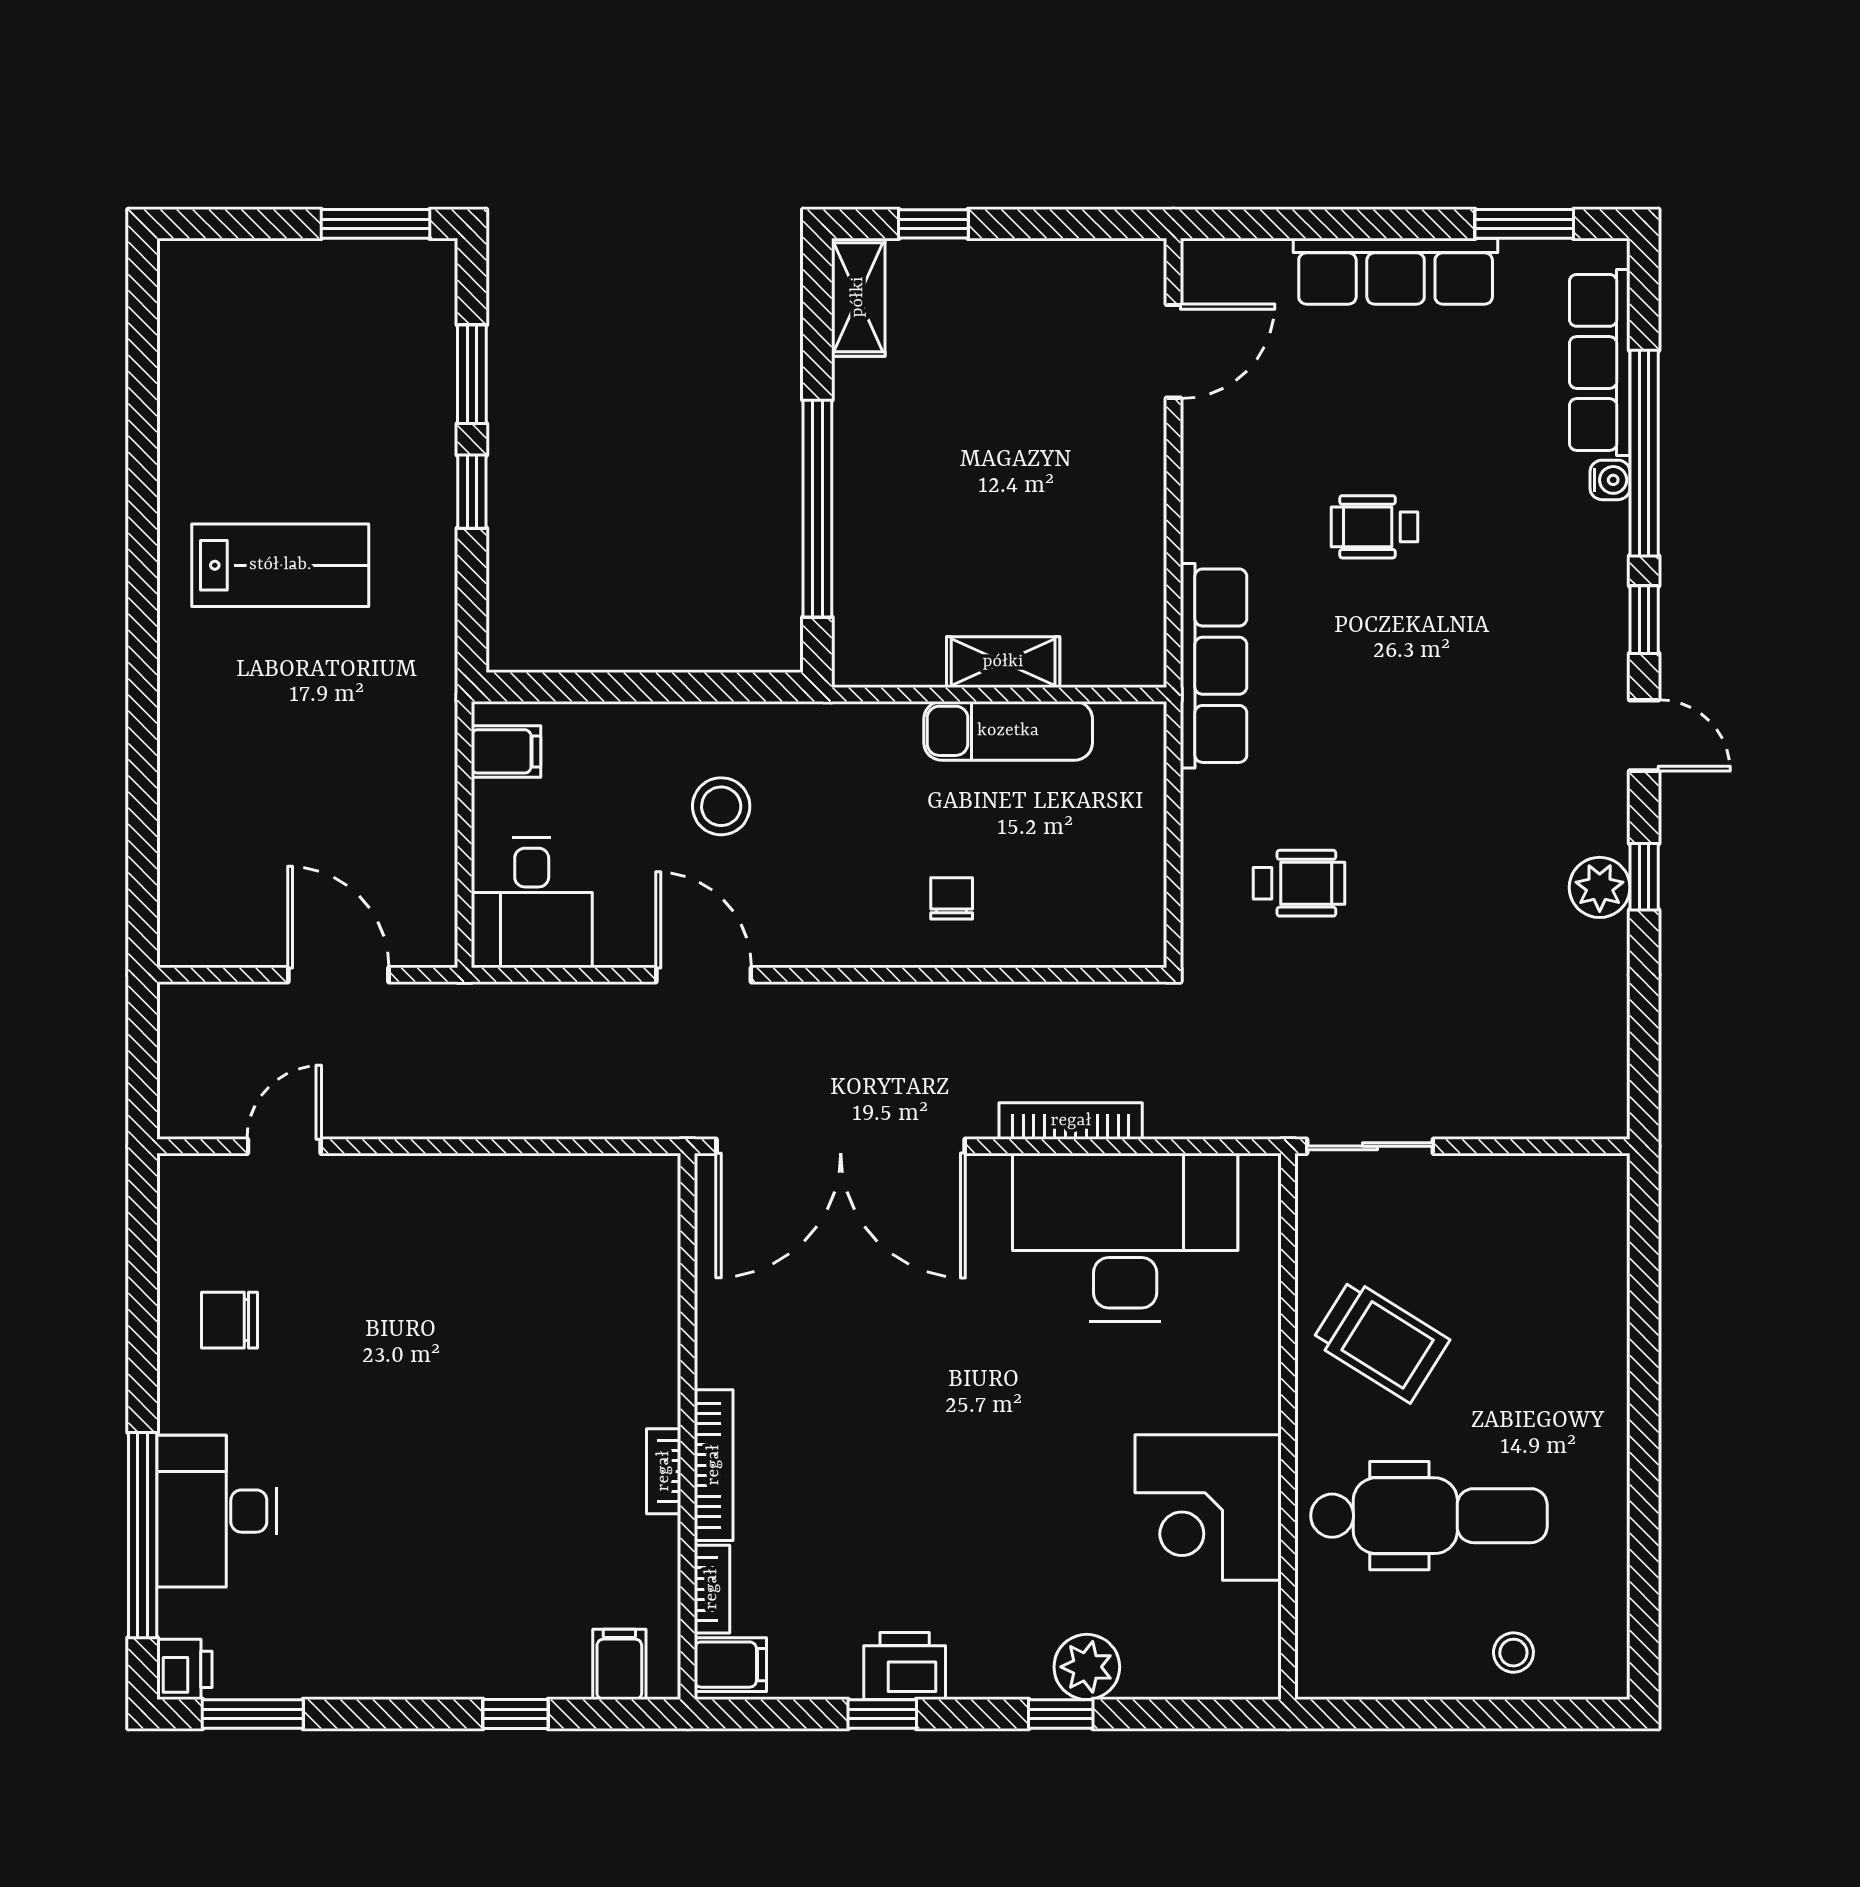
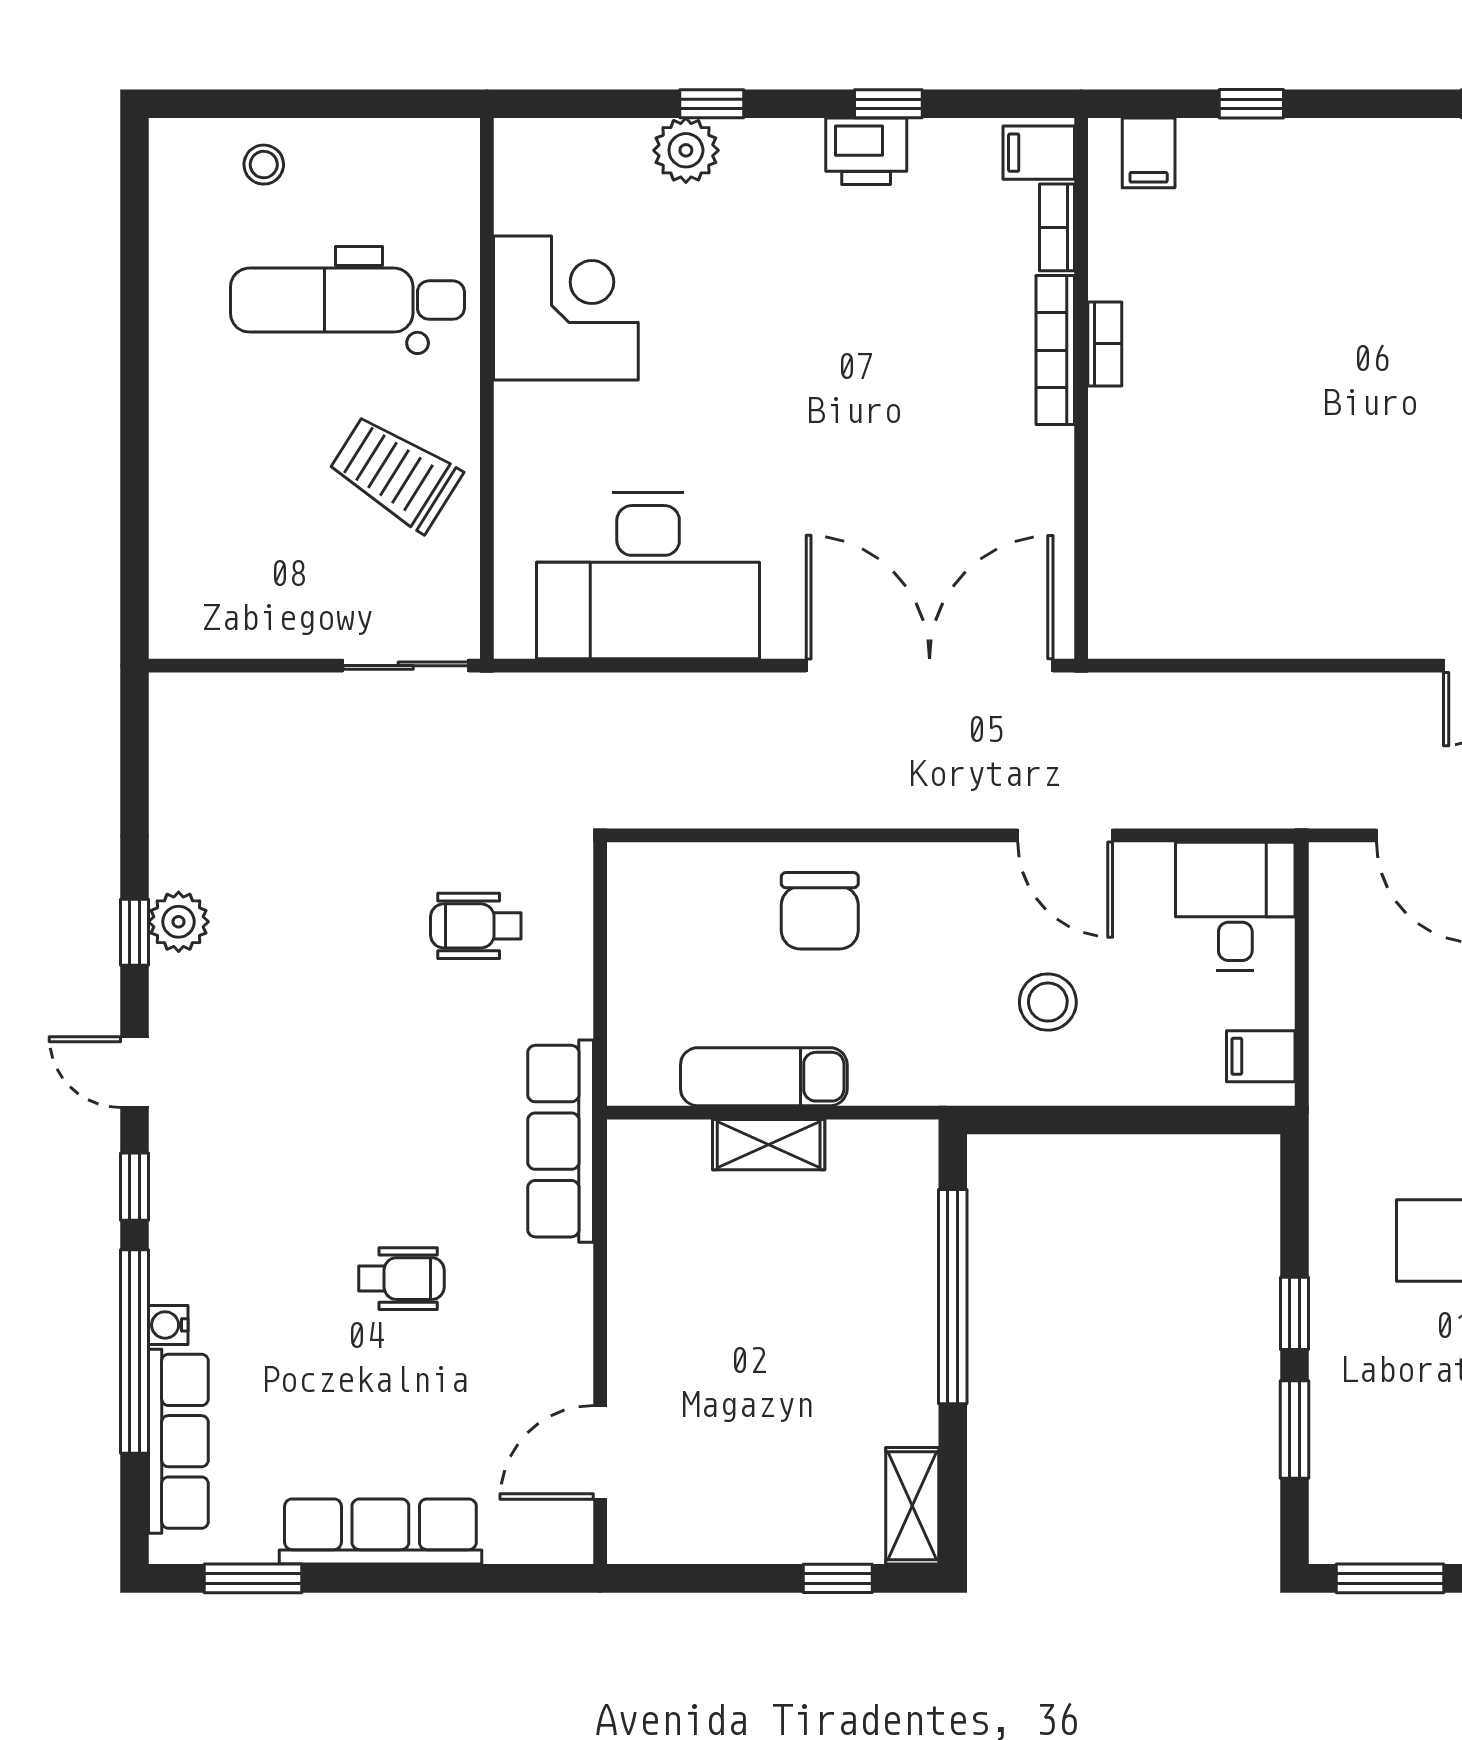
chair: (952, 898) -> (820, 911), width x1.87, depth x1.87
bookcase: (1071, 1121) -> (702, 691), removed

